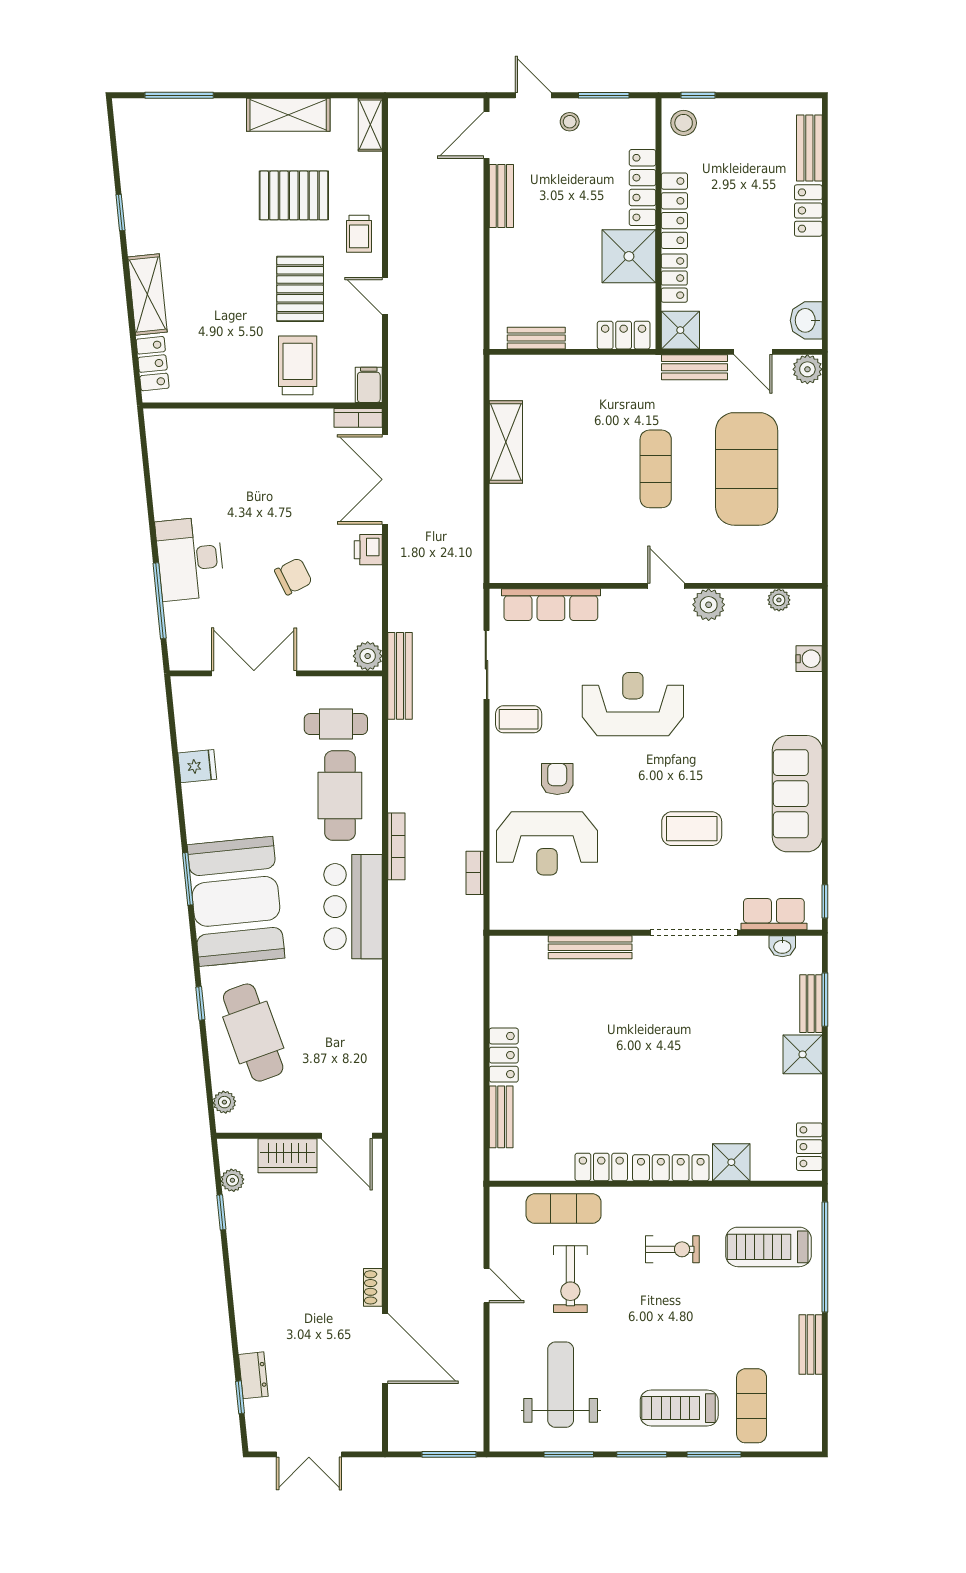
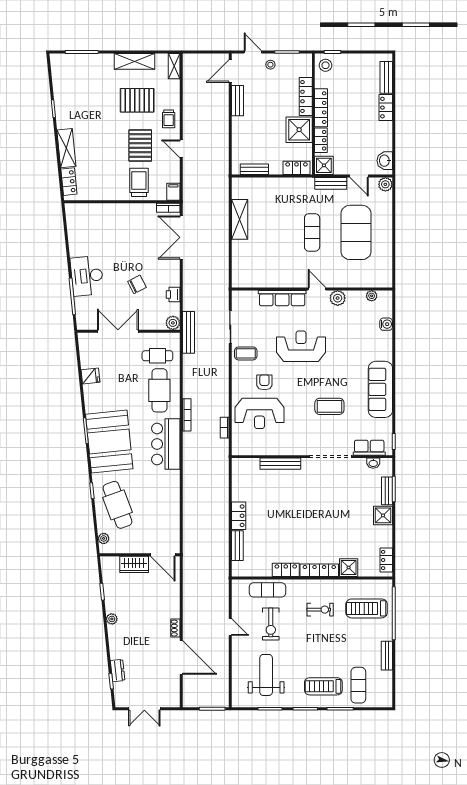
printer: (368, 550) -> (173, 294), moved
row of seats: (551, 605) -> (282, 298), moved
plant: (232, 1180) -> (112, 619), moved

